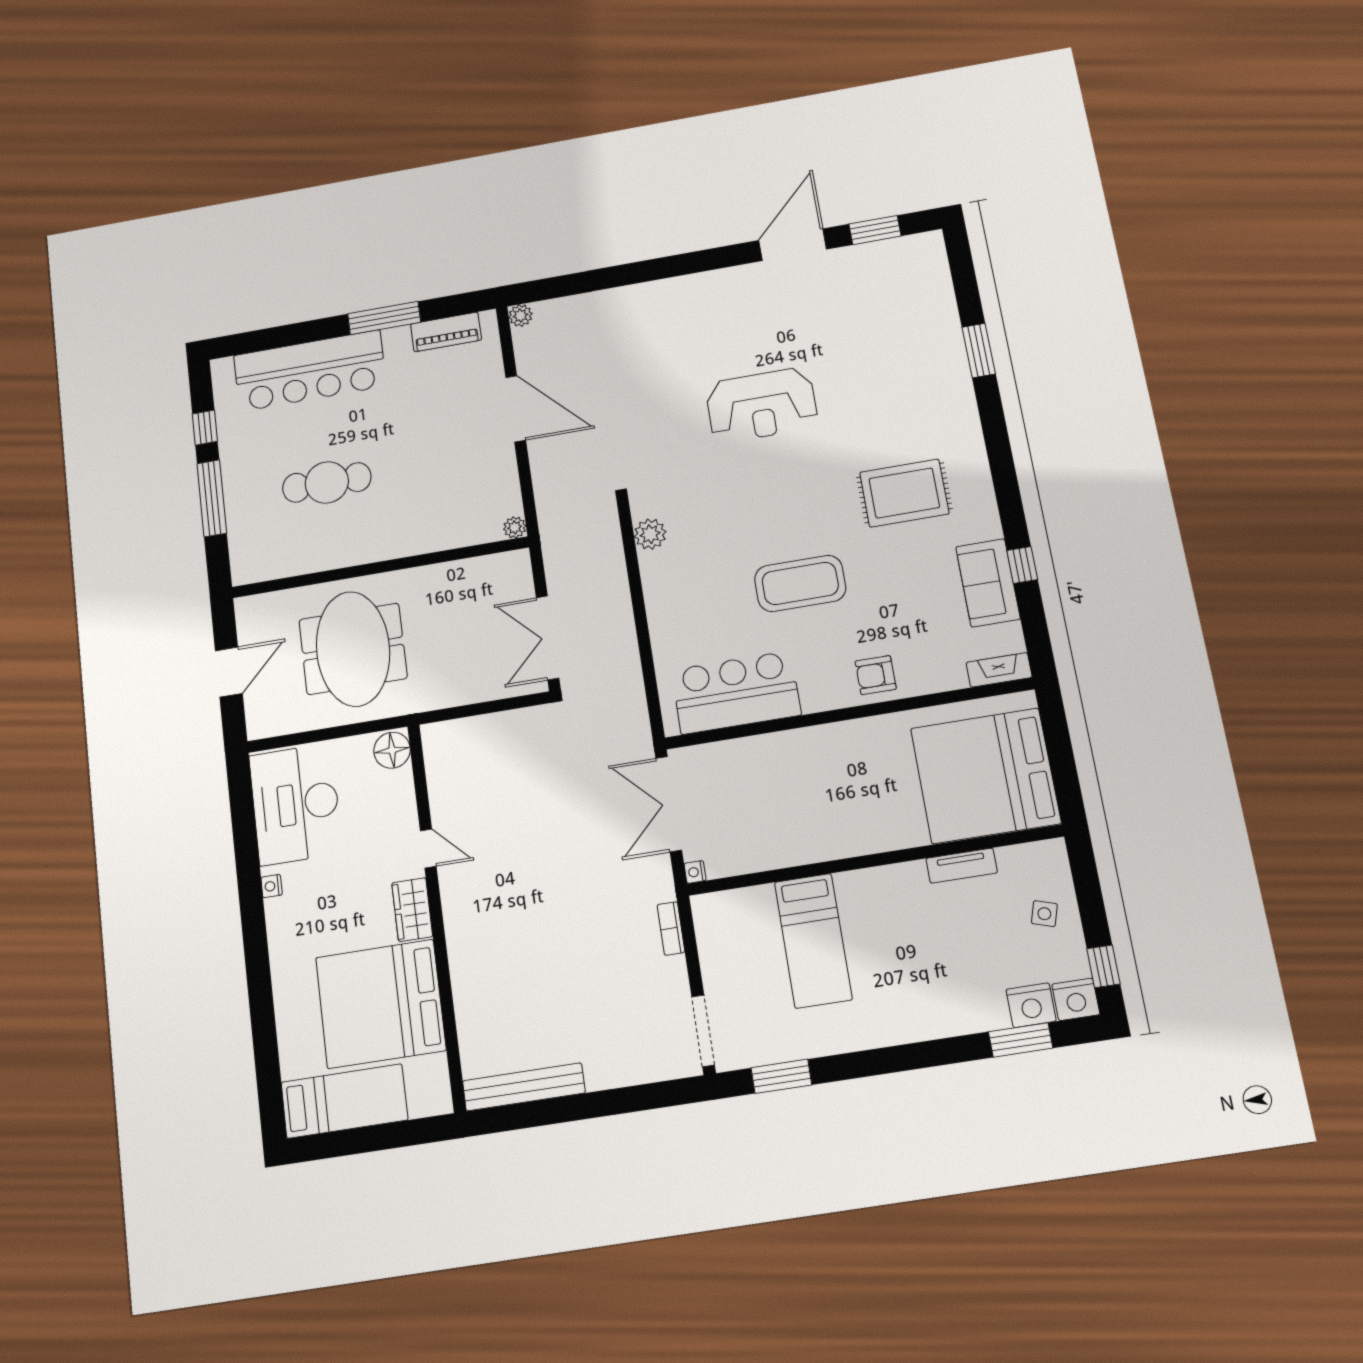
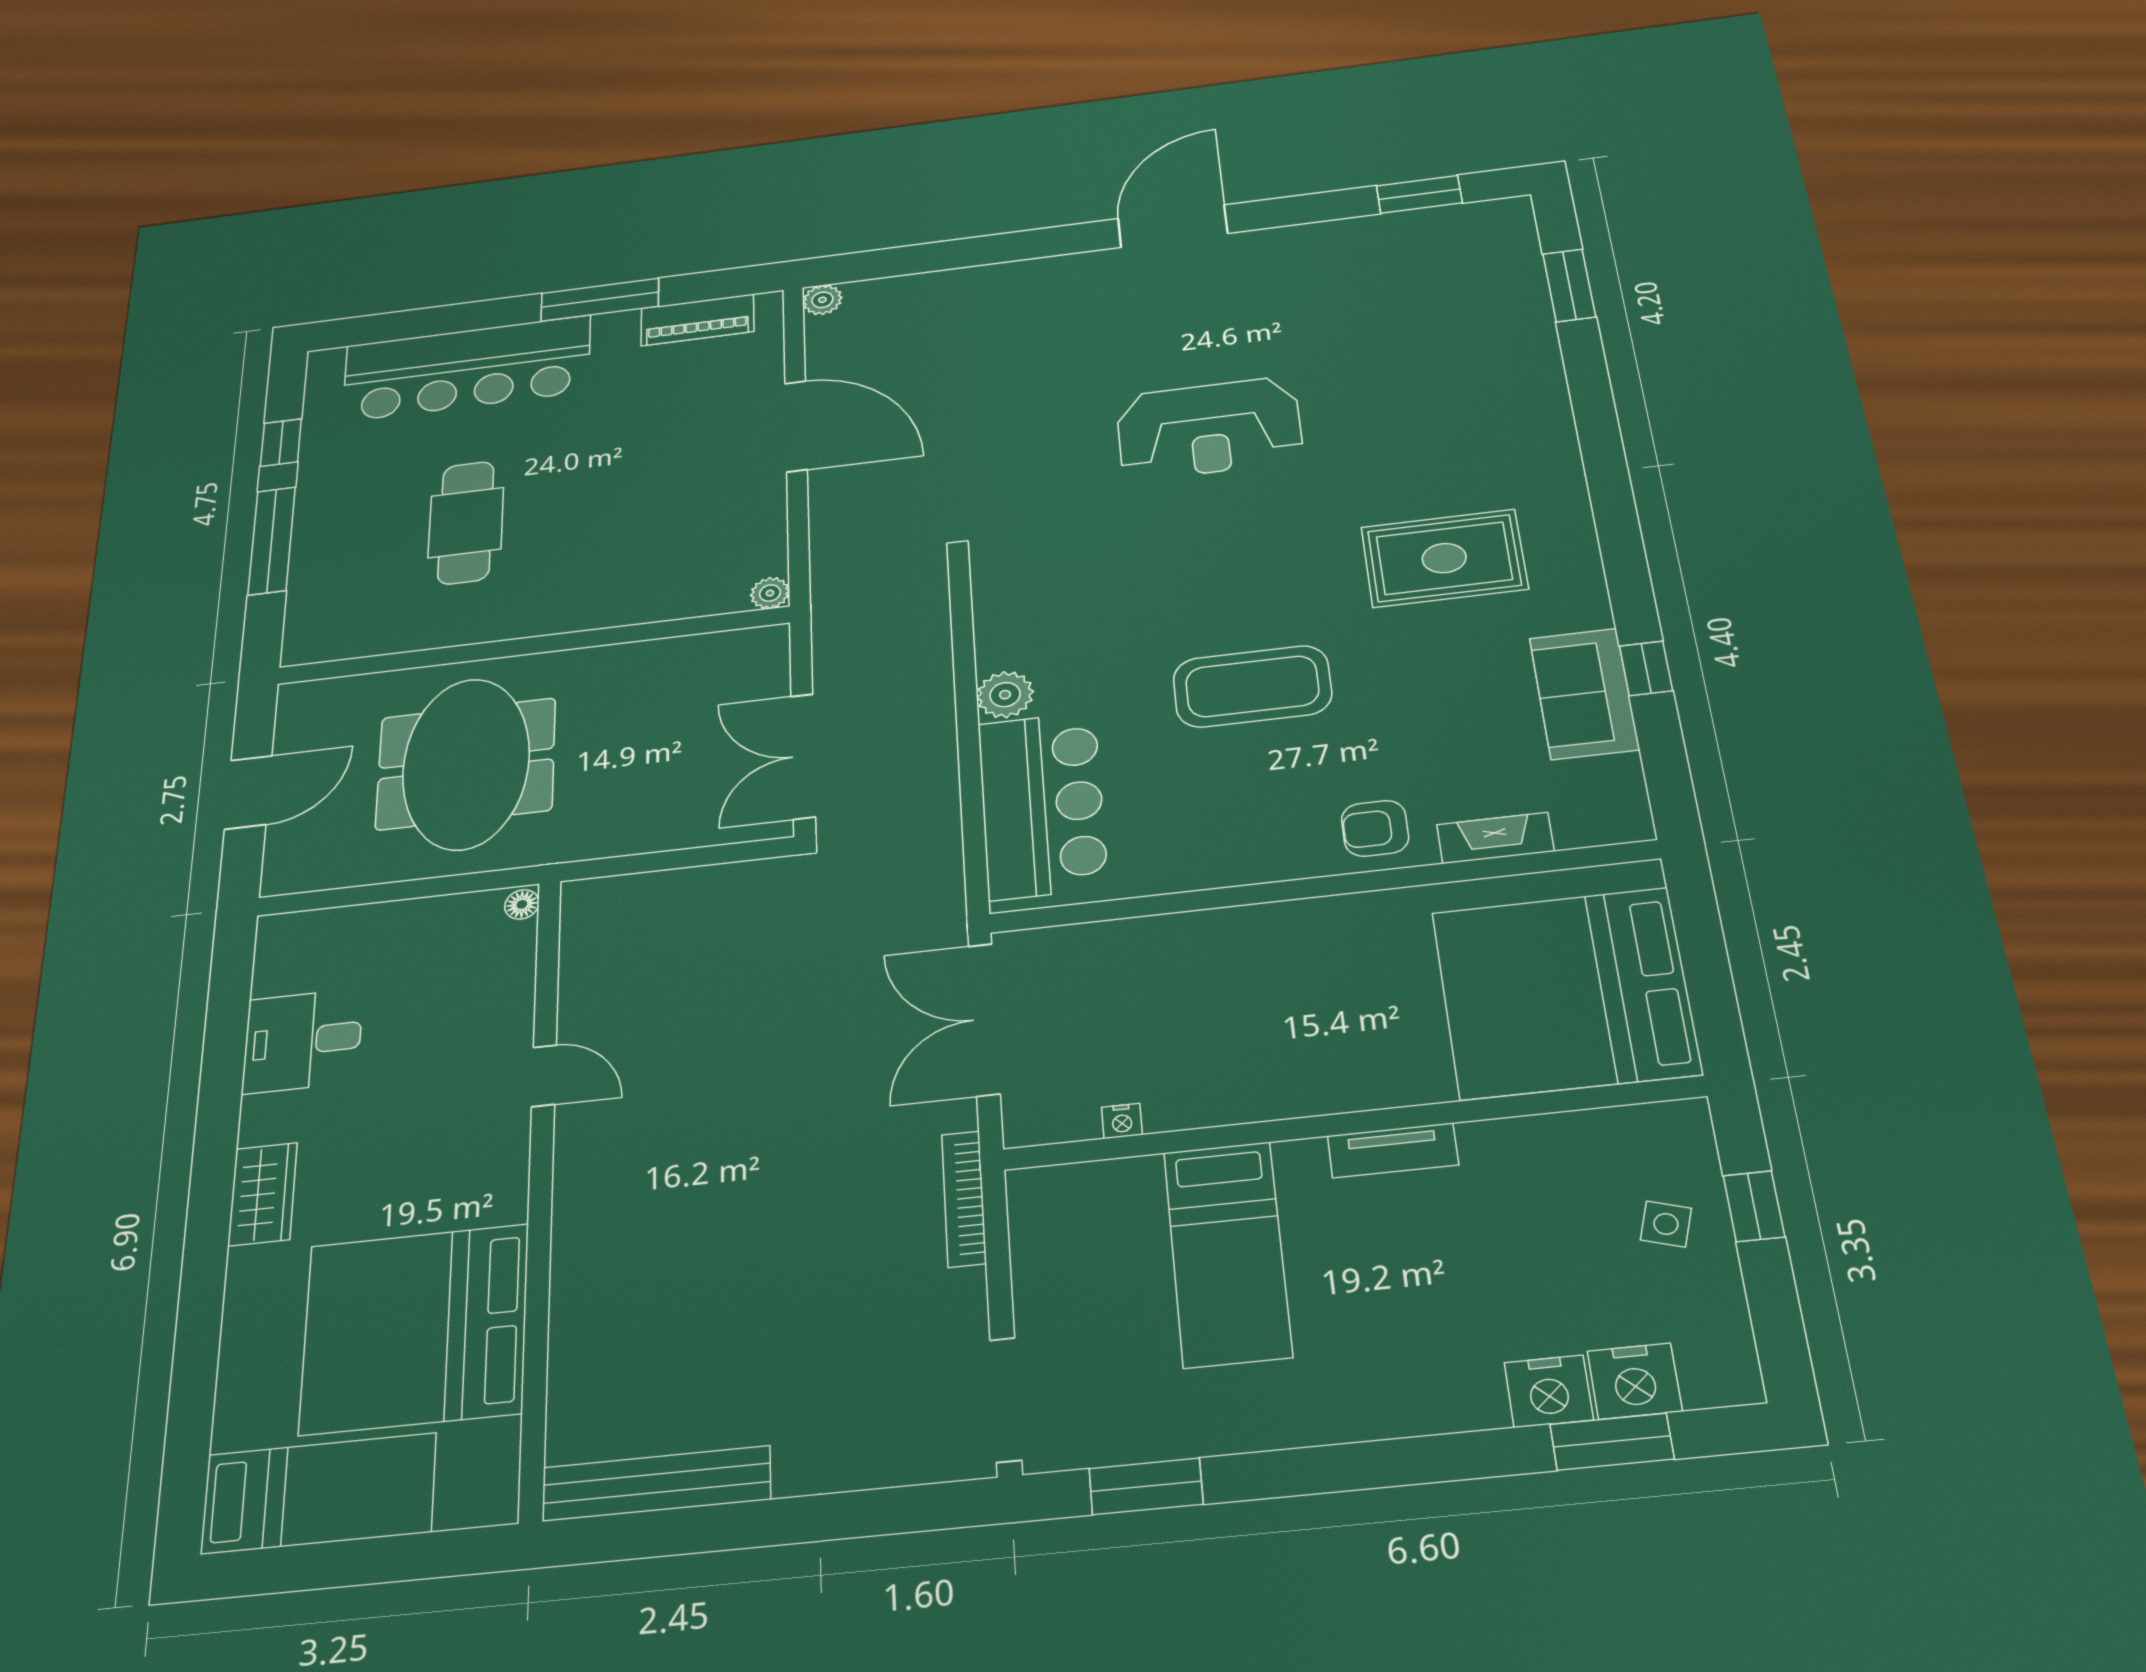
door: (793, 245) -> (1173, 226), moved
window: (979, 350) -> (1569, 285), moved
cafe table: (327, 482) -> (466, 522), turned 90
plant: (650, 534) -> (1005, 695), moved
fireplace: (999, 670) -> (1495, 838), moved
bar counter: (736, 692) -> (1042, 805), moved, turned 90
floor lamp: (392, 750) -> (522, 904), width x0.53, depth x0.53
desk: (296, 804) -> (303, 1041), width x0.53, depth x0.77
tv unit: (962, 866) -> (1393, 1150), moved
nightstand: (695, 872) -> (1122, 1121), moved, turned -90
nightstand: (272, 886) -> (256, 1127), removed
wardrobe: (412, 910) -> (263, 1194), moved, turned 180
bookcase: (671, 928) -> (964, 1199), width x1.56
window: (1103, 966) -> (1754, 1206), moved
nightstand: (1076, 999) -> (1549, 1391), moved

